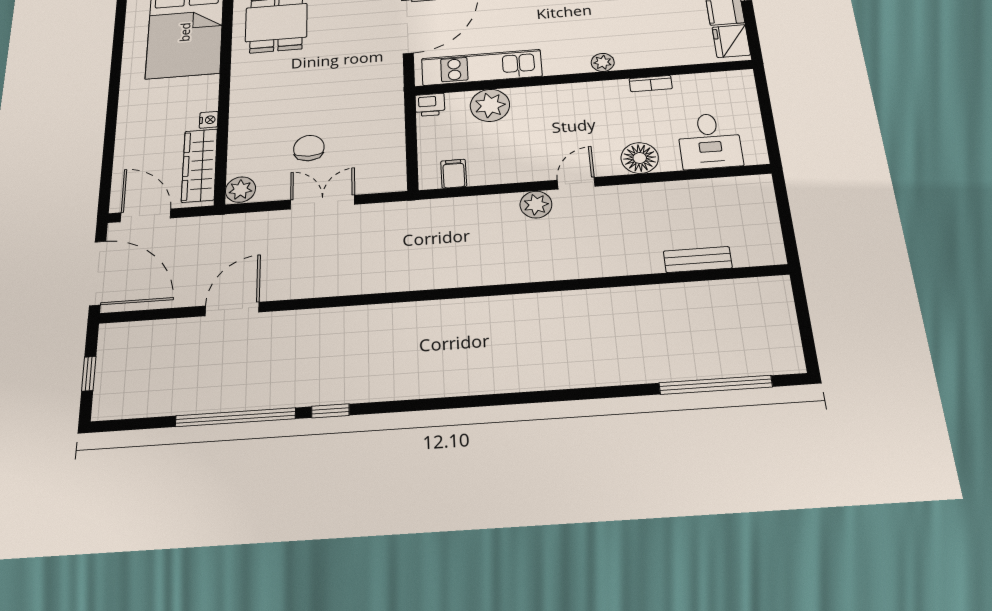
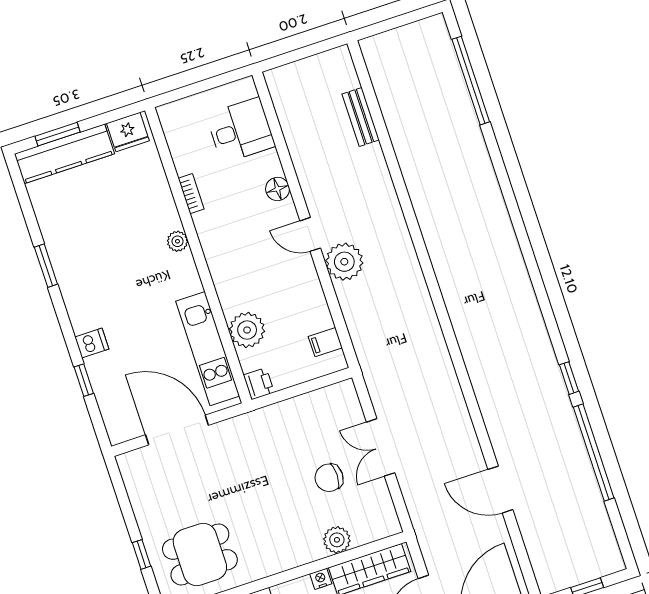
floor lamp: (640, 158) -> (278, 189), width x0.73, depth x0.73
plant: (240, 190) -> (337, 540), moved
plant: (536, 205) -> (344, 262), width x1.36, depth x1.36

